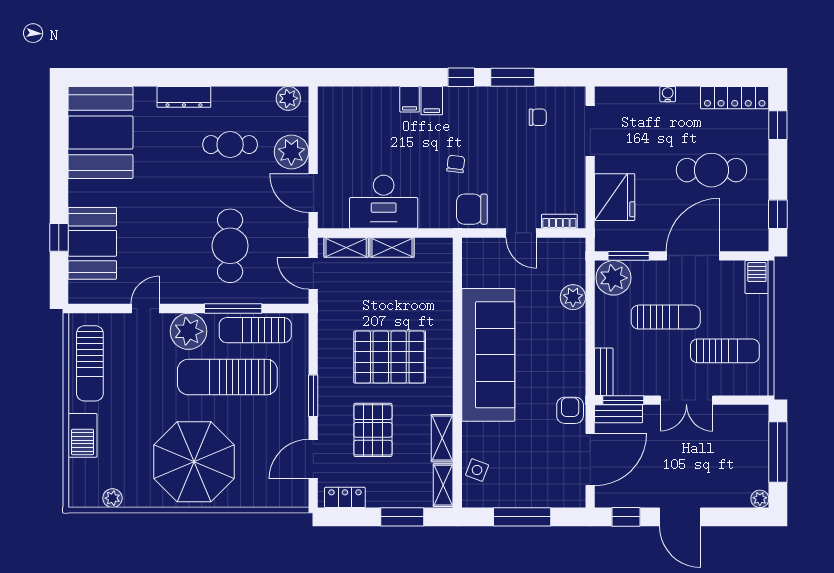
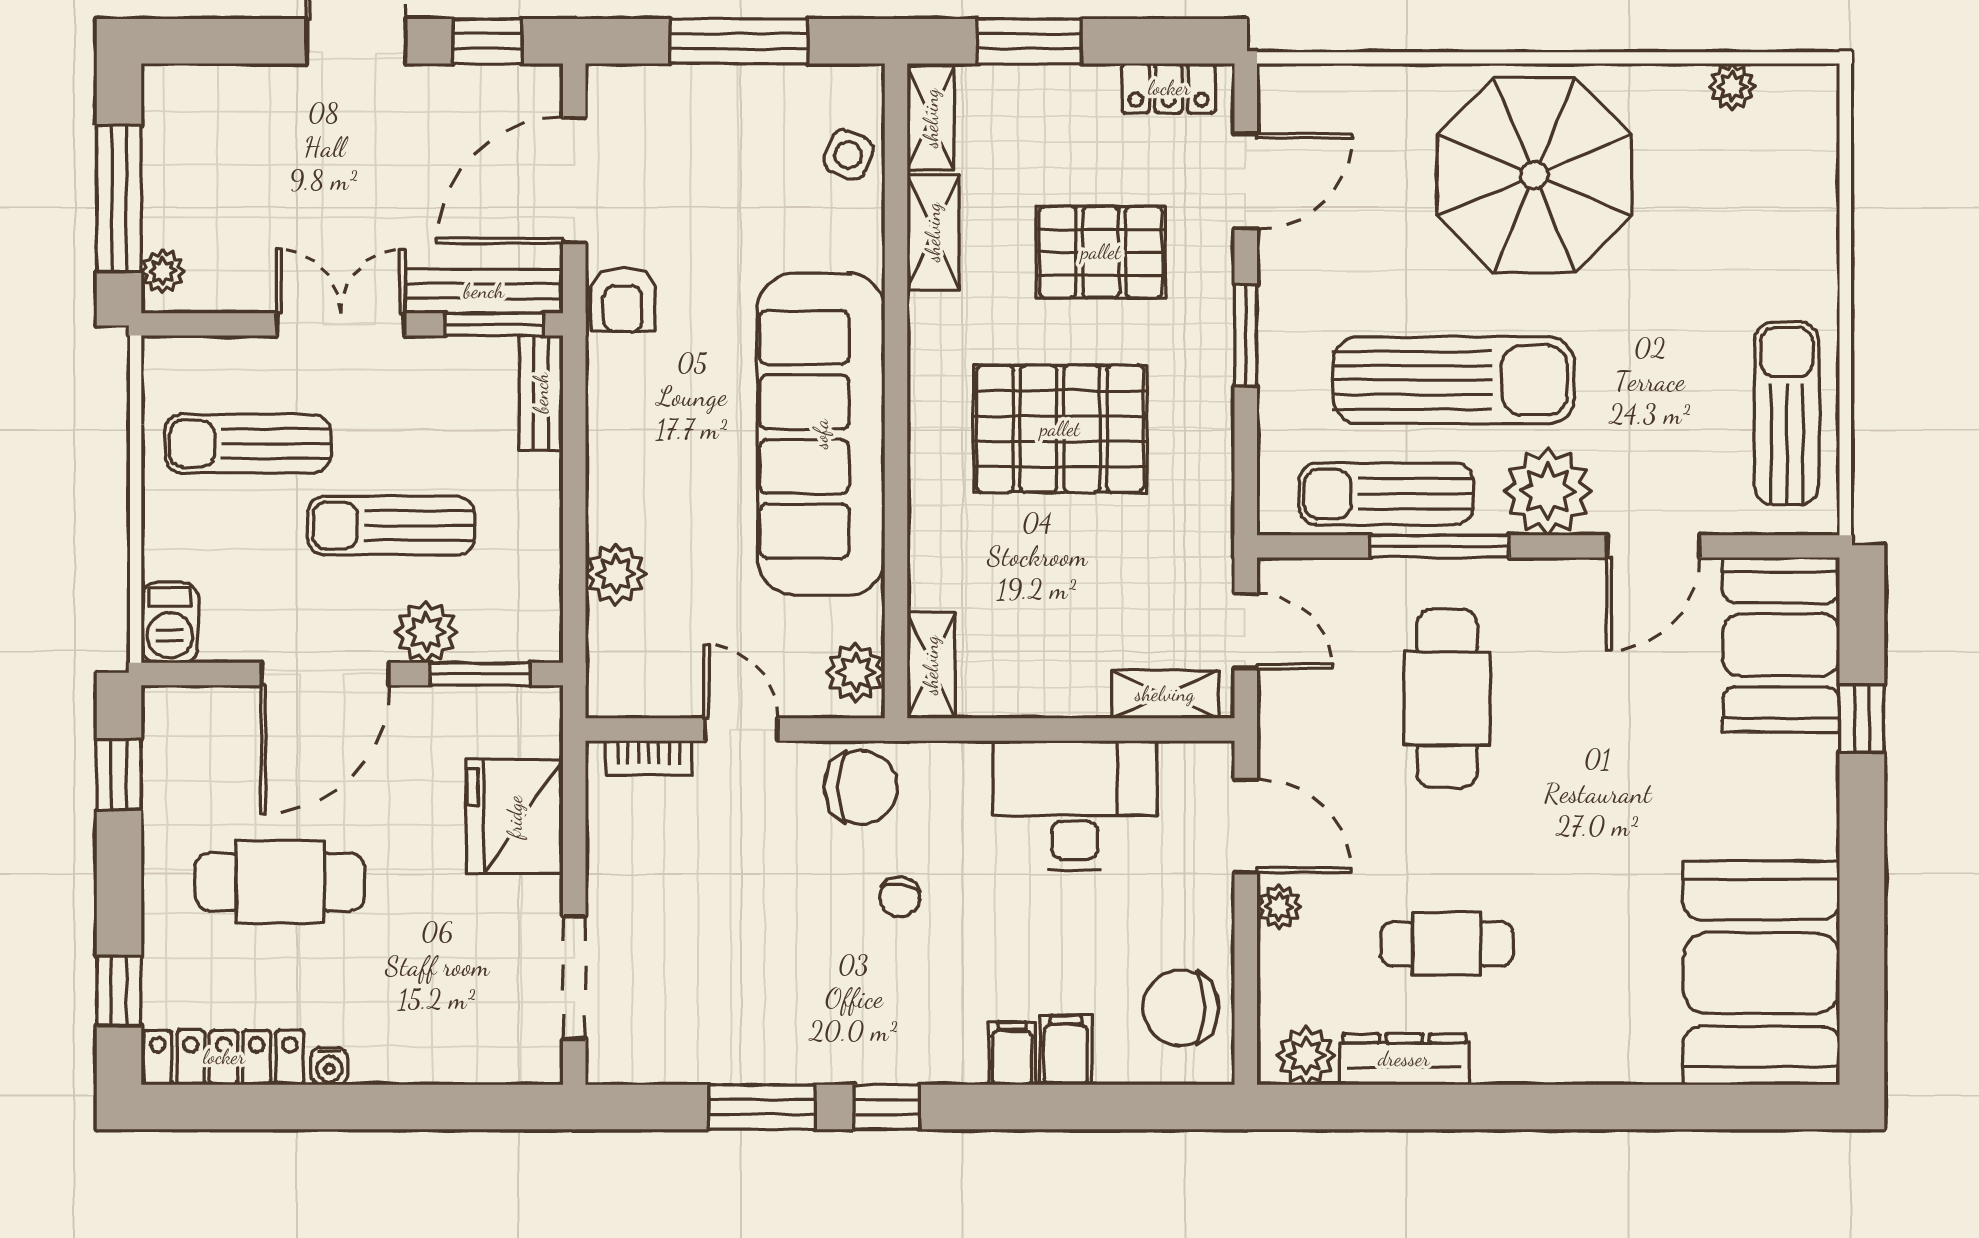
water cooler: (668, 94) -> (329, 1066), moved
dresser: (184, 97) -> (1404, 1059), moved
filing cabinet: (432, 101) -> (1066, 1050), moved
chair: (538, 117) -> (1181, 1008), moved, width x1.87, depth x1.87
plant: (291, 152) -> (1279, 907), width x0.53, depth x0.53
booth: (92, 243) -> (1781, 645), moved
shelving: (392, 247) -> (931, 665), moved, turned 90
plant: (474, 257) -> (856, 672), added
plant: (613, 278) -> (426, 632), moved, width x0.73, depth x0.73
door: (145, 309) -> (1653, 546), width x1.38
sun lounger: (255, 330) -> (1386, 494), turned 180
bench: (619, 414) -> (484, 291), width x1.36
pallet: (373, 430) -> (1101, 252), turned 90
barbecue: (82, 435) -> (1805, 239), removed
plant: (760, 499) -> (163, 271), moved

